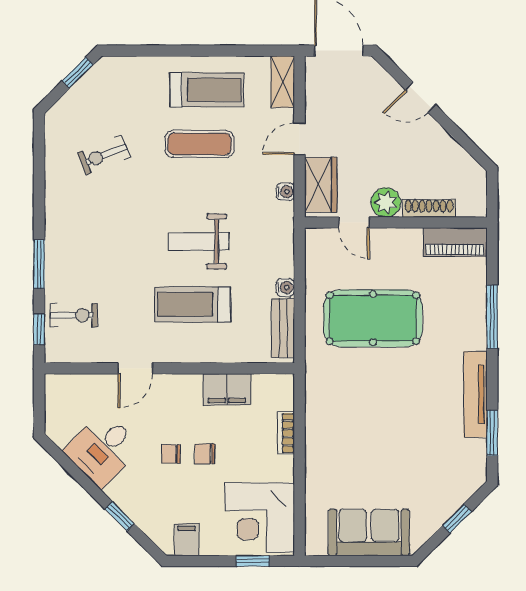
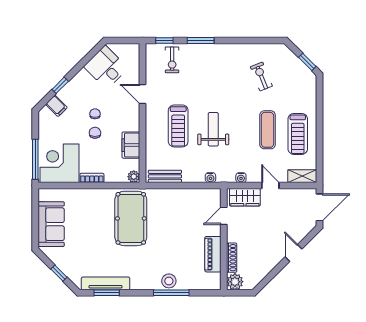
plant: (386, 202) -> (235, 282), moved
piano: (455, 242) -> (213, 254), moved
water cooler: (285, 288) -> (210, 178), moved
treadmill: (193, 304) -> (178, 126), turned 180
pool table: (373, 318) -> (131, 218), moved
stool: (471, 321) -> (169, 281), added
plant: (284, 384) -> (134, 177), added
tv unit: (475, 394) -> (106, 283), moved
bookcase: (286, 433) -> (92, 178), moved
desk: (102, 449) -> (106, 67), moved
filing cabinet: (187, 540) -> (56, 106), moved, turned 45
window: (253, 561) -> (35, 159), width x2.17

